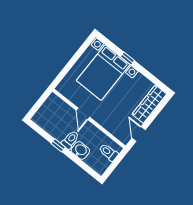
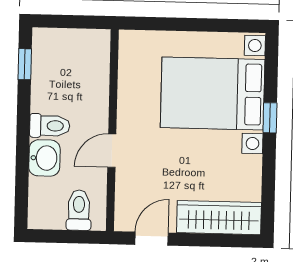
door: (83, 114) -> (112, 151), moved
window: (58, 145) -> (25, 64), moved

